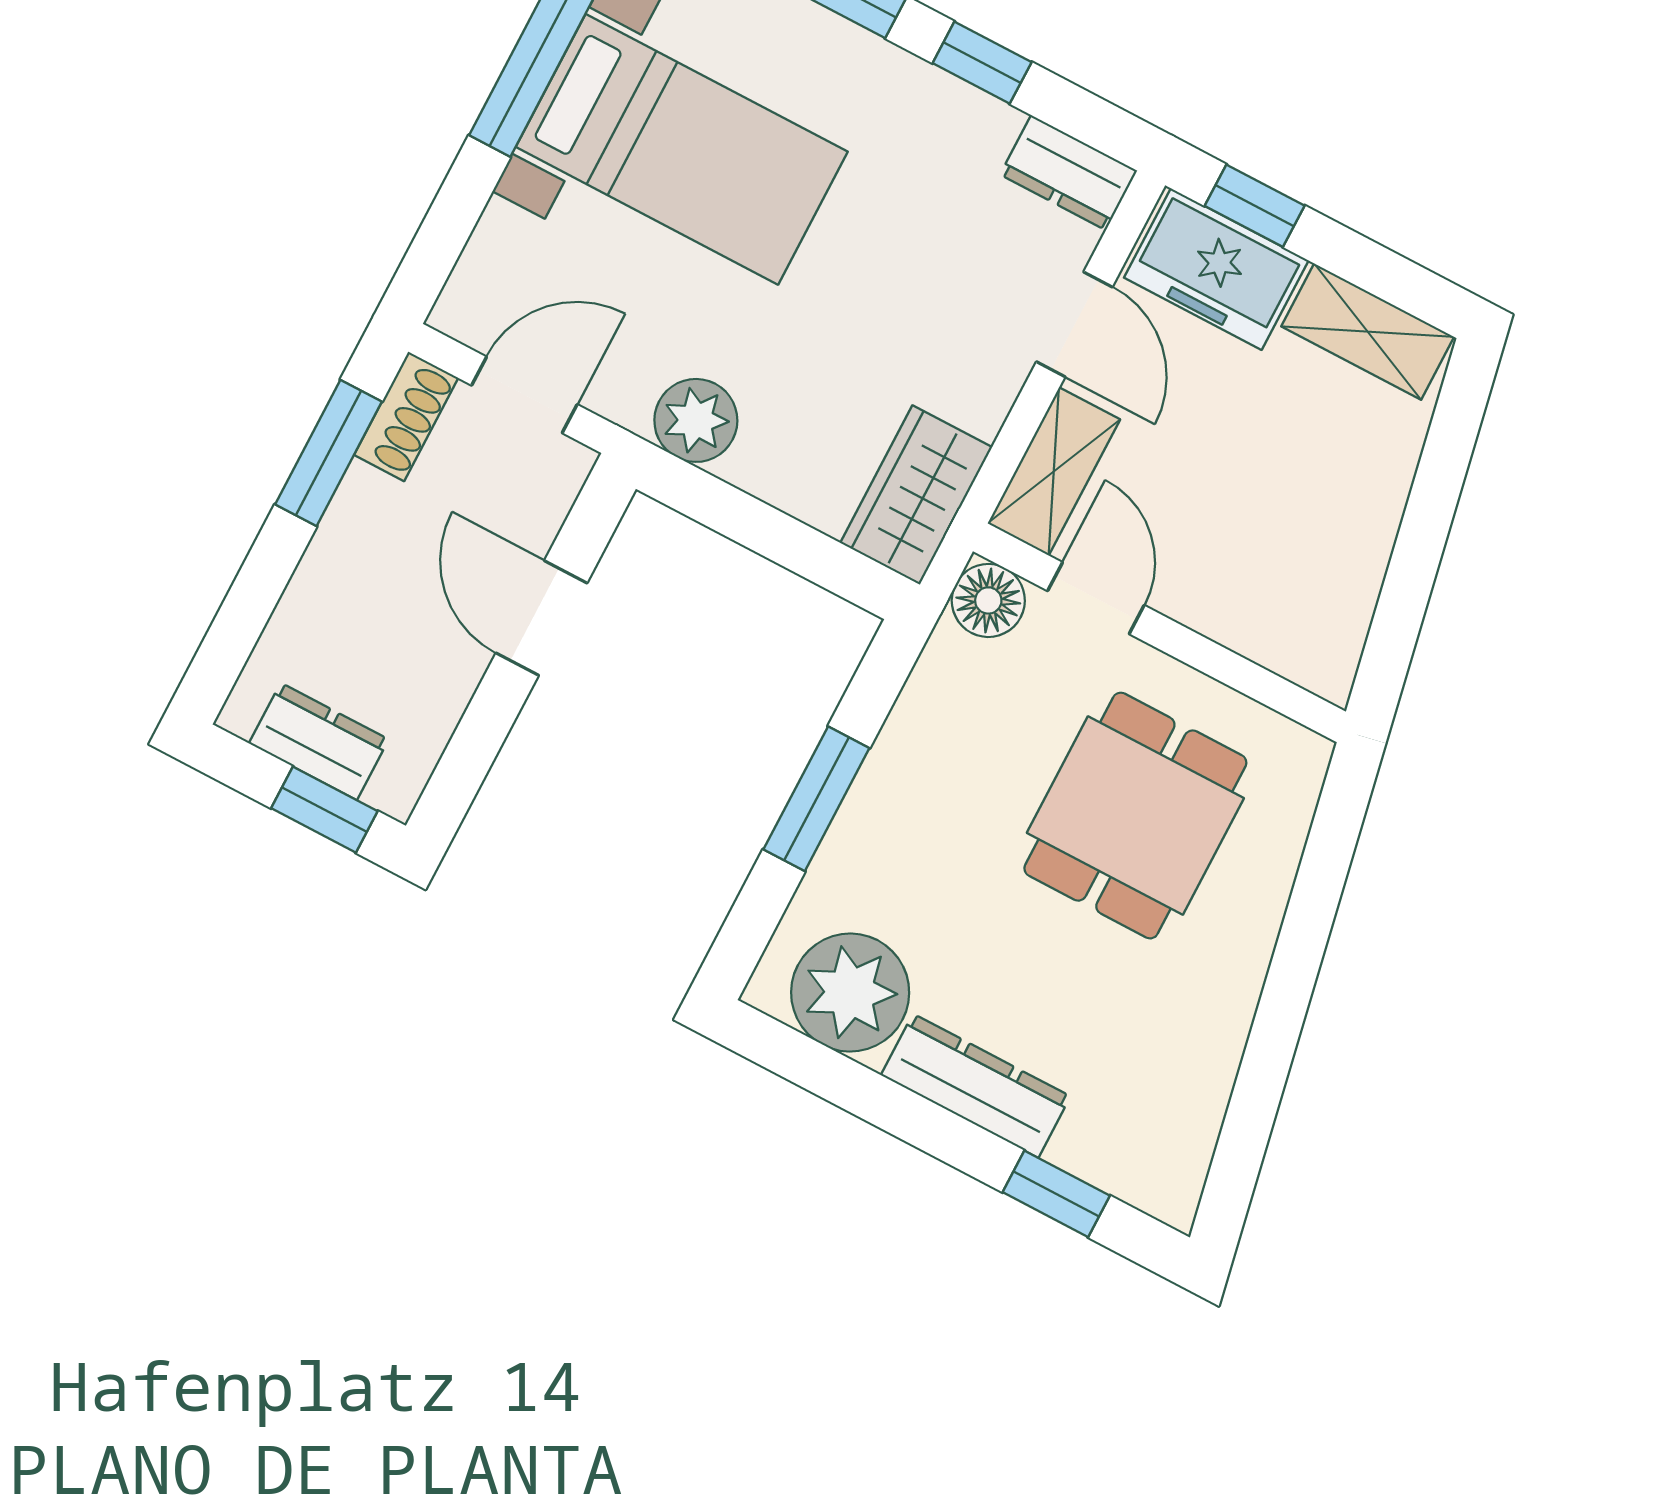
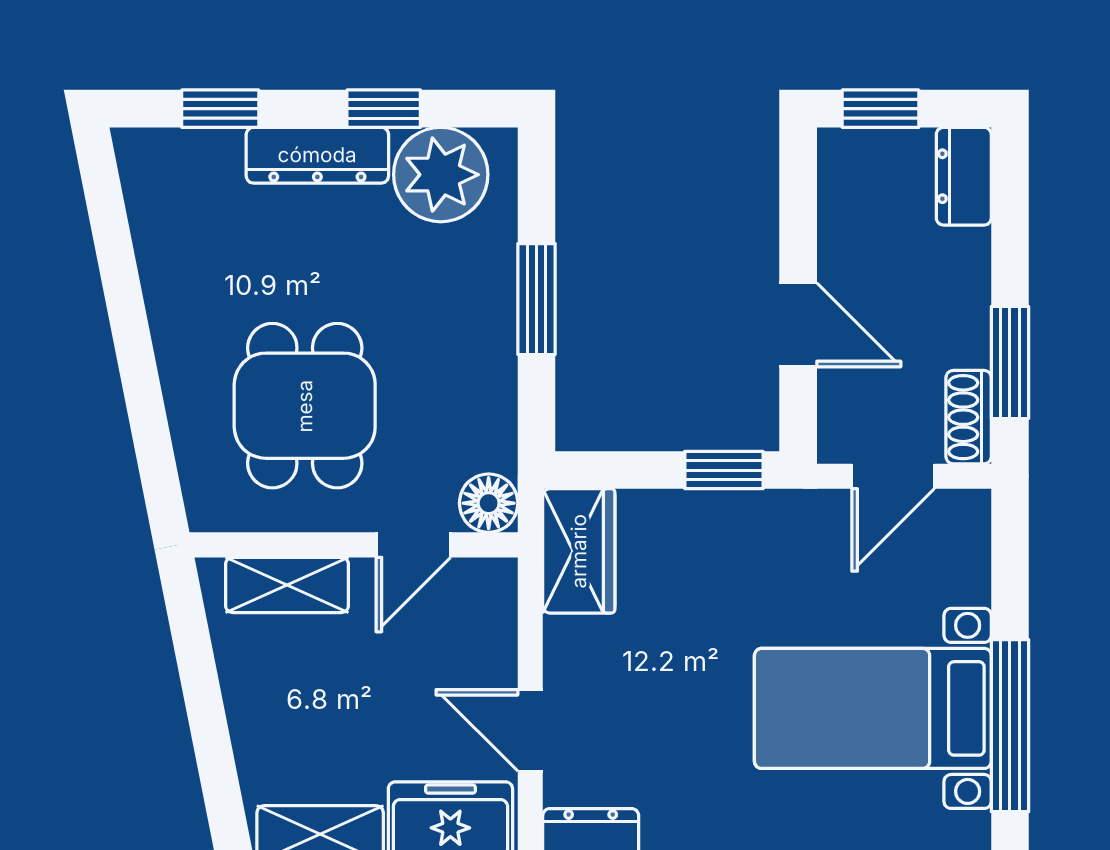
plant: (696, 420) -> (762, 522), removed
shelving: (1054, 471) -> (287, 585), moved, turned 90
window: (708, 500) -> (724, 470), added
door: (1096, 598) -> (413, 545), hinge flipped
dresser: (319, 741) -> (964, 176), moved, turned 90
window: (875, 1099) -> (384, 109), added

